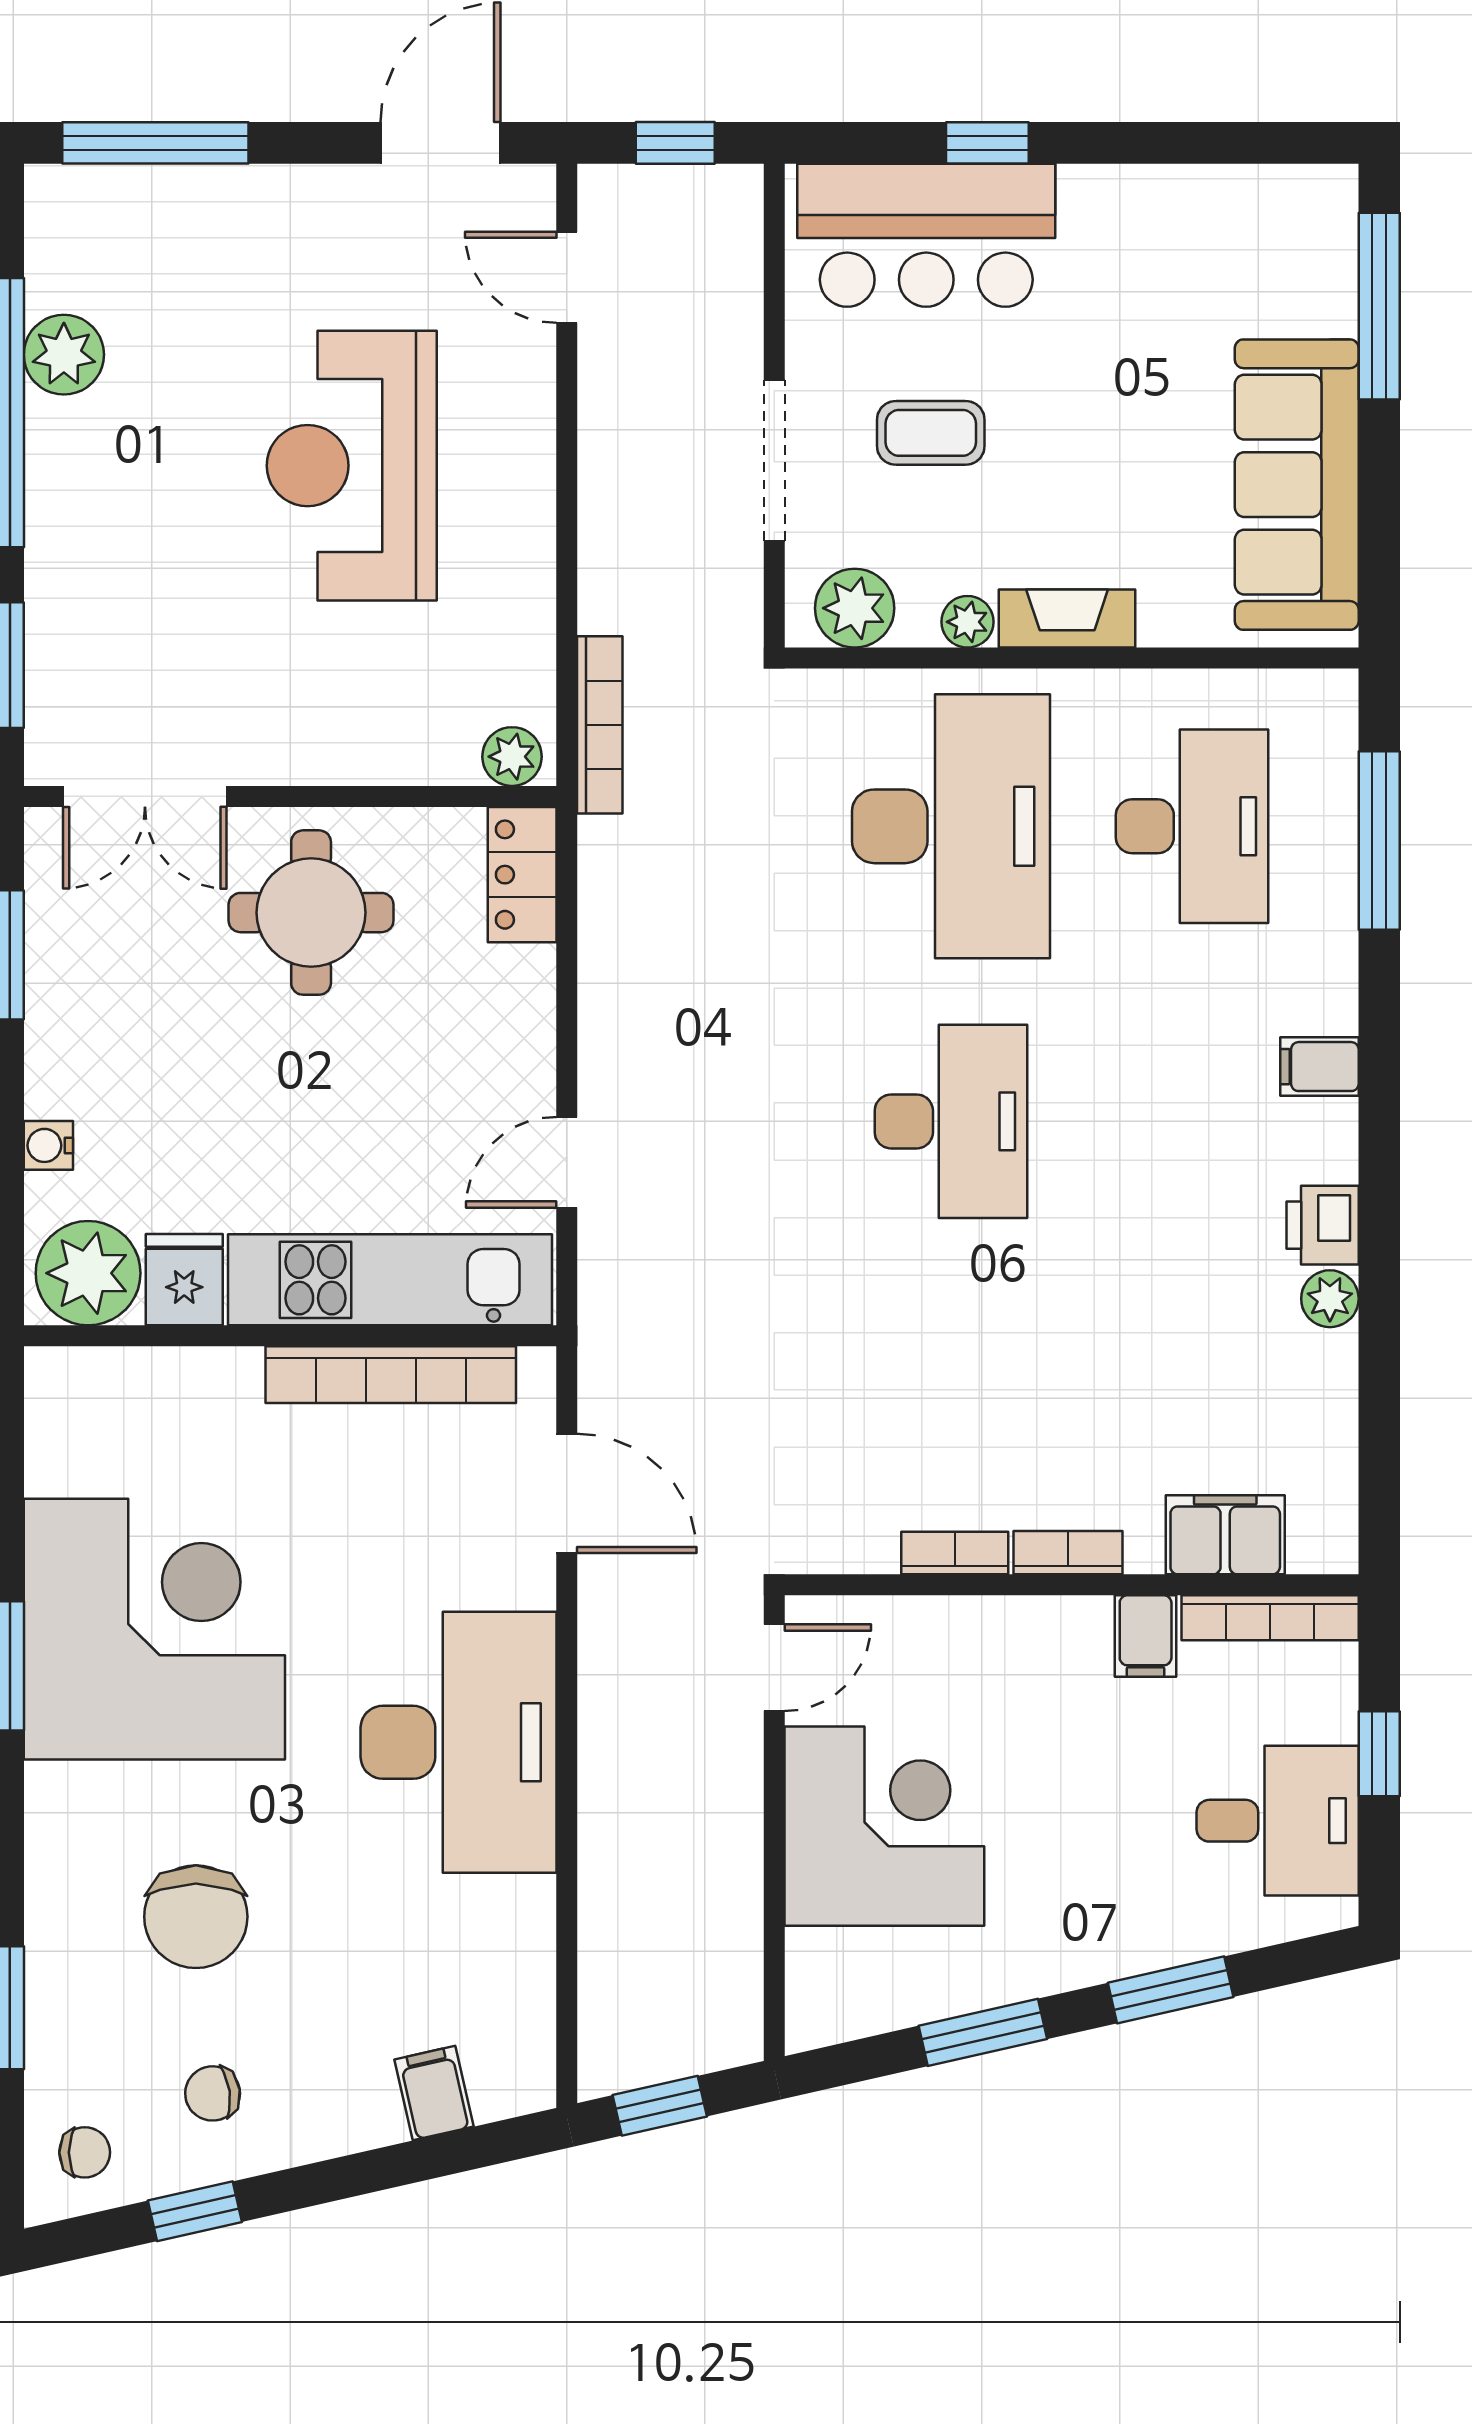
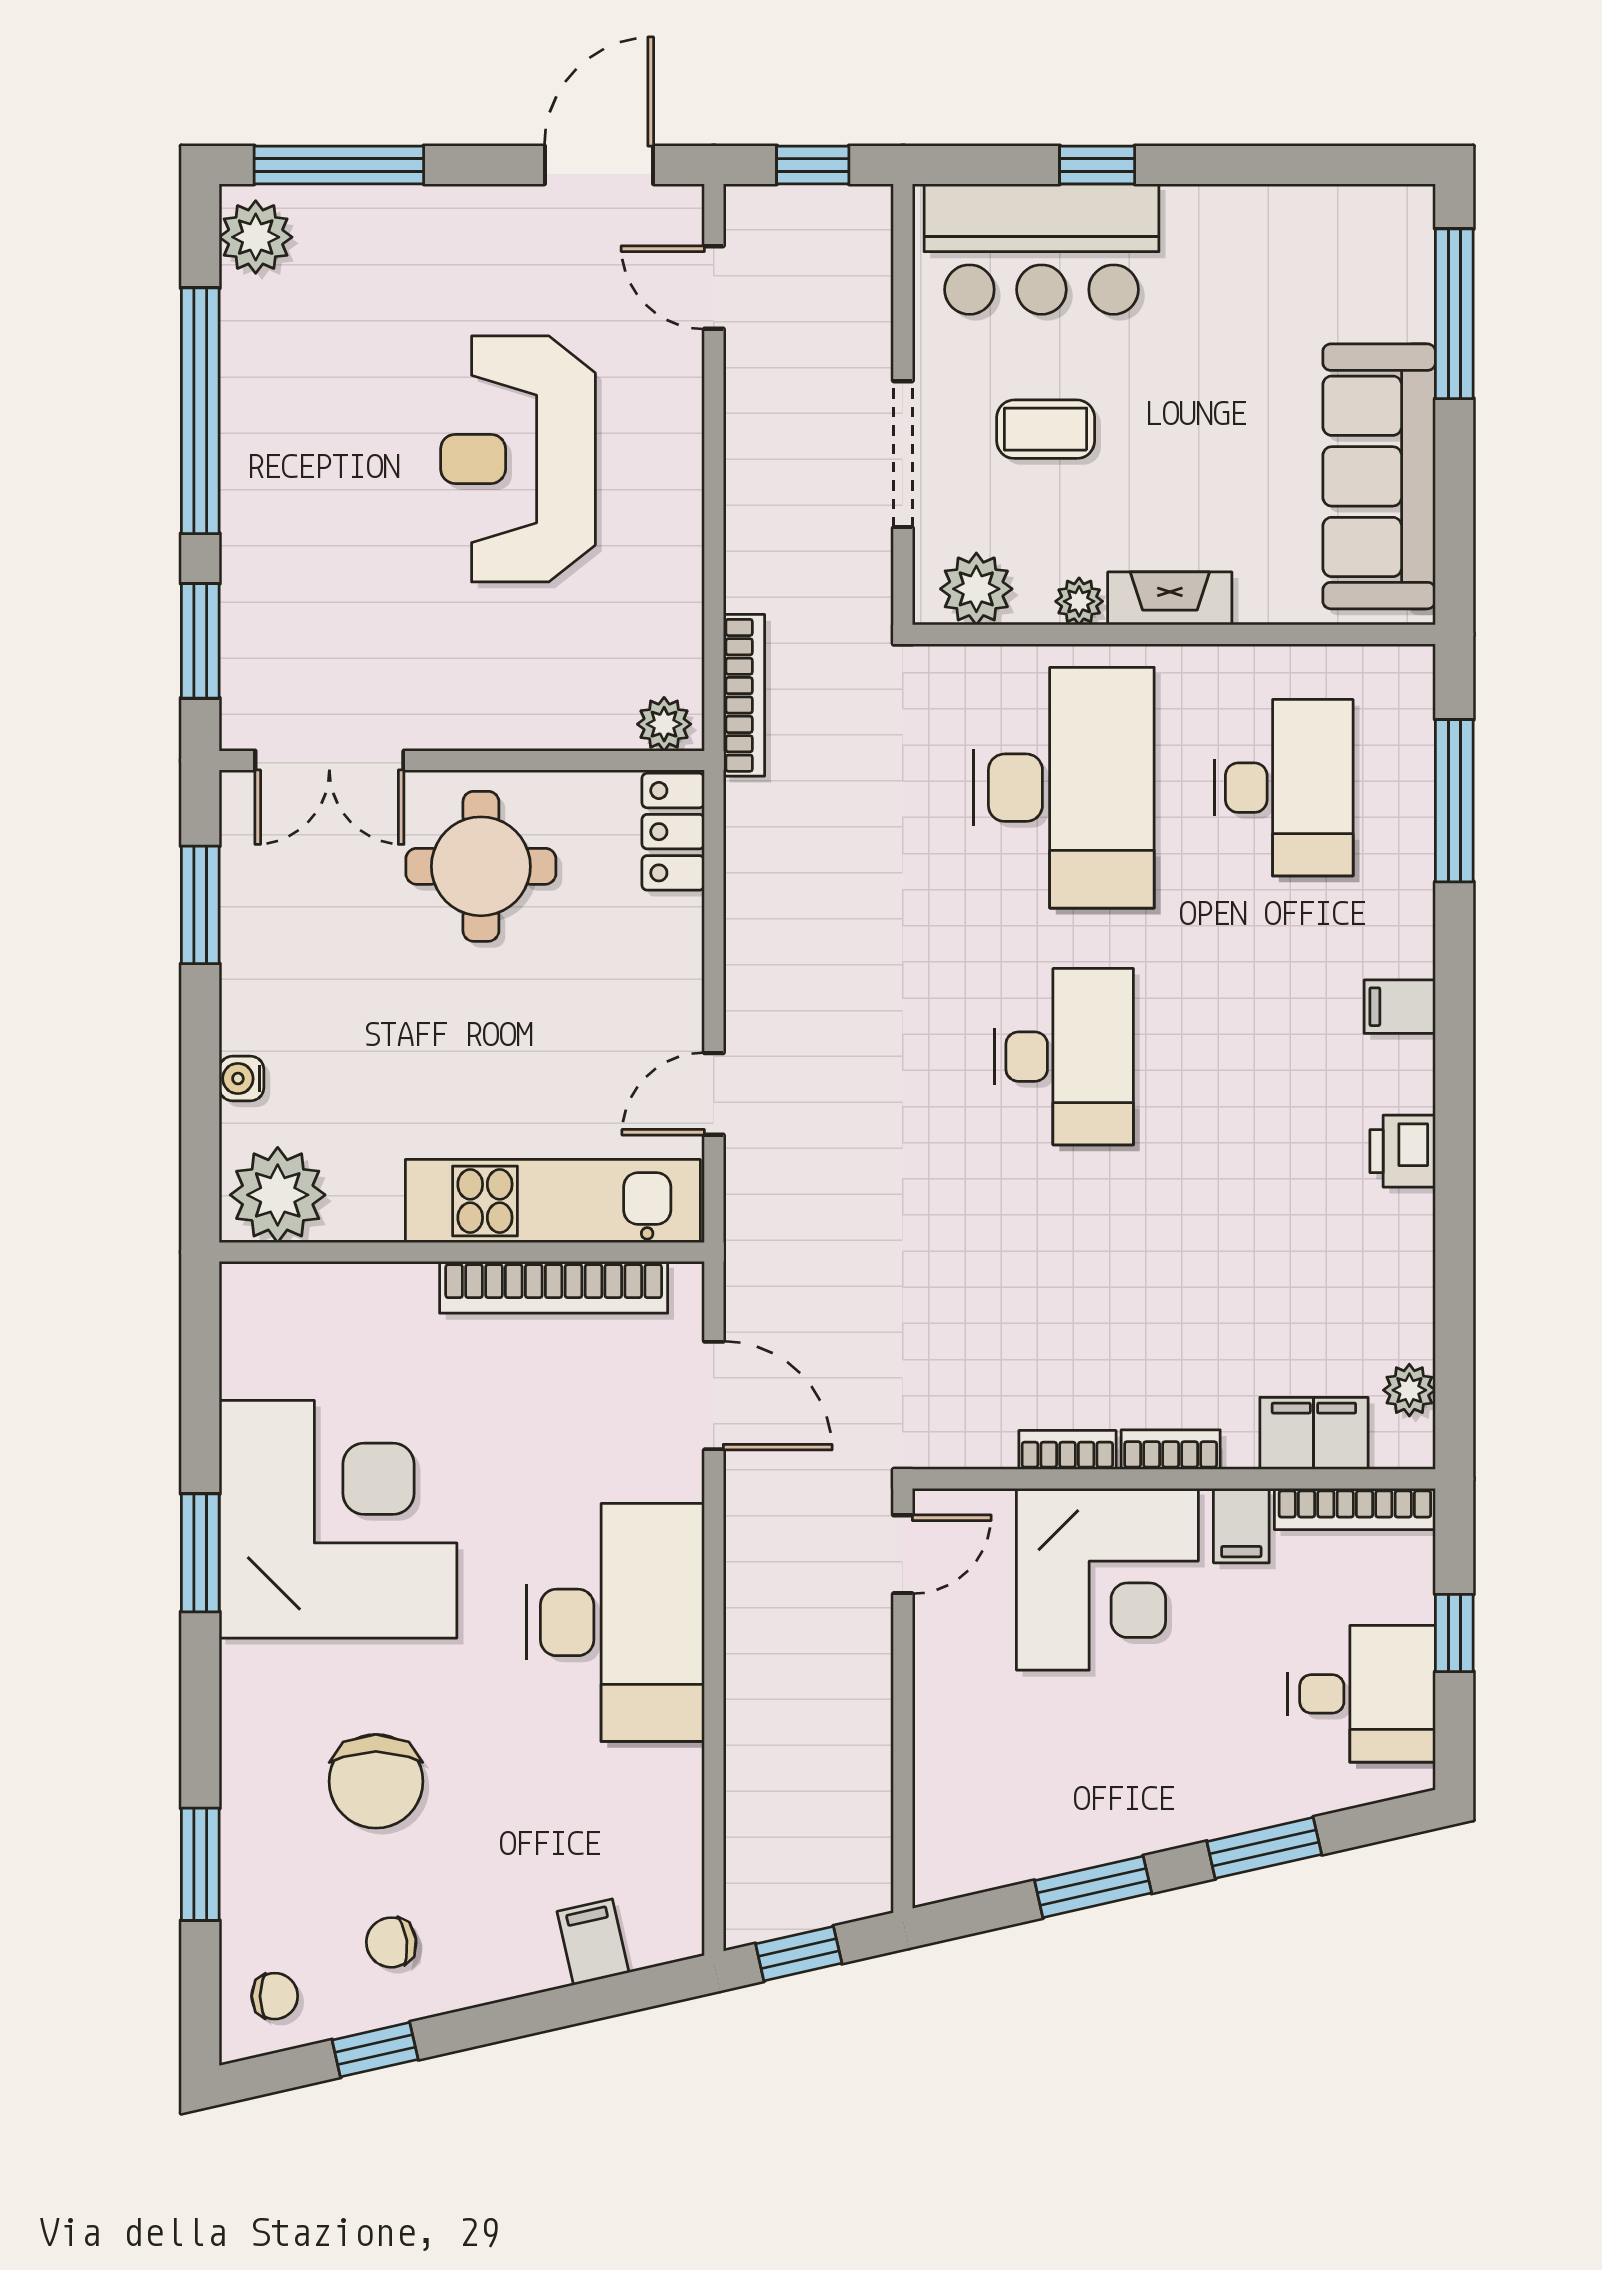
plant: (64, 355) -> (256, 237), moved
fridge: (184, 1280) -> (365, 1201), removed
plant: (1330, 1299) -> (1409, 1390), moved
corner desk: (884, 1826) -> (1107, 1579), moved, turned 90

